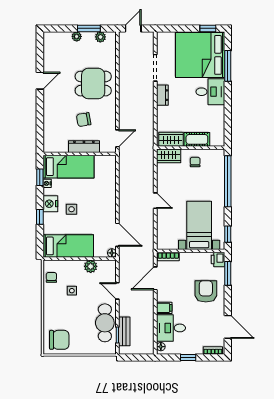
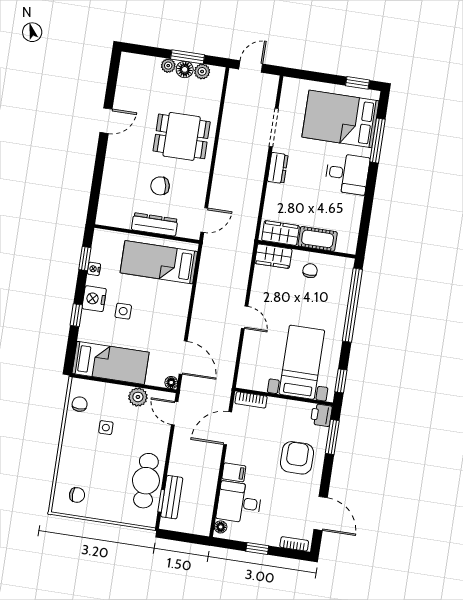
floor lamp: (88, 37) -> (185, 69), added
bed: (200, 55) -> (340, 119), width x0.73
bed: (68, 167) -> (159, 262), moved, turned 180
door: (117, 291) -> (175, 413), moved
chair: (59, 340) -> (77, 495), width x0.54, depth x0.54

